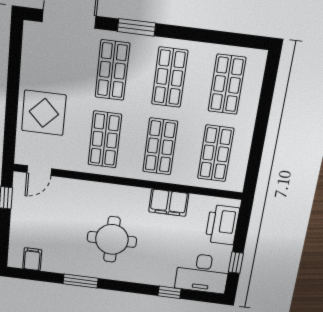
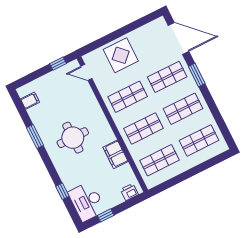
printer: (222, 225) -> (129, 192), width x0.53, depth x0.68

